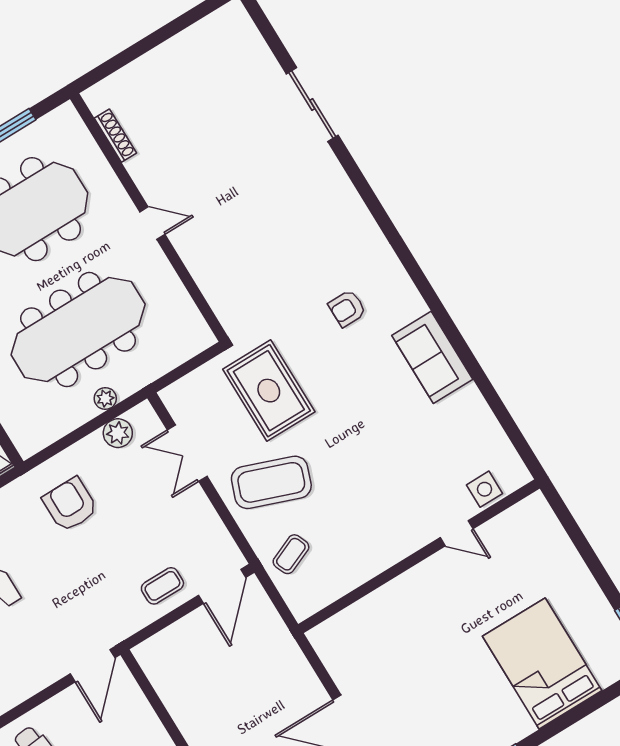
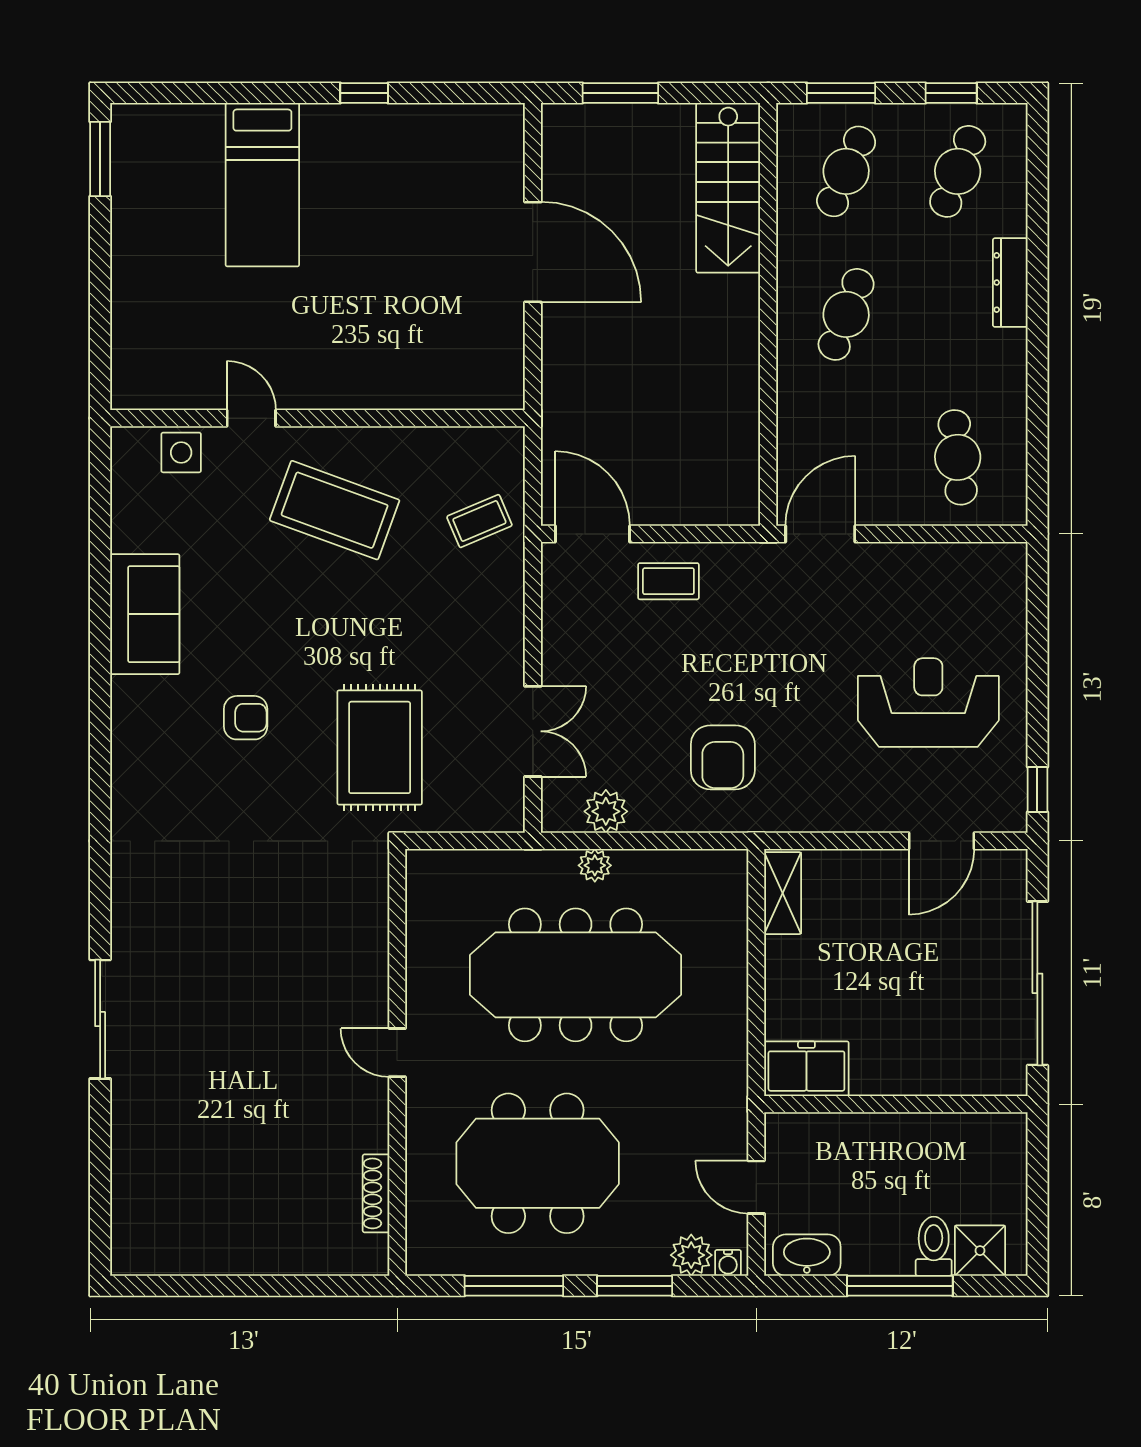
sliding door: (312, 105) -> (100, 1019), moved
armchair: (347, 308) -> (246, 718), moved
sofa: (432, 357) -> (145, 614), moved
coffee table: (271, 482) -> (335, 510), moved
door: (222, 586) -> (593, 534), hinge flipped
bed: (542, 663) -> (262, 185), width x0.67

